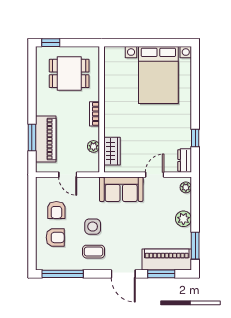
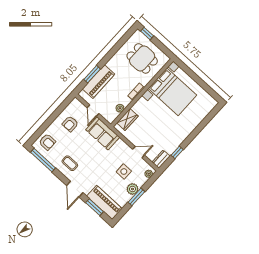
bed with nightstands: (158, 75) -> (172, 92), moved, turned -90
sofa: (121, 189) -> (103, 133), moved
side table: (93, 227) -> (124, 172), moved
armchair: (55, 237) -> (47, 142), moved
window: (195, 246) -> (136, 197), moved

